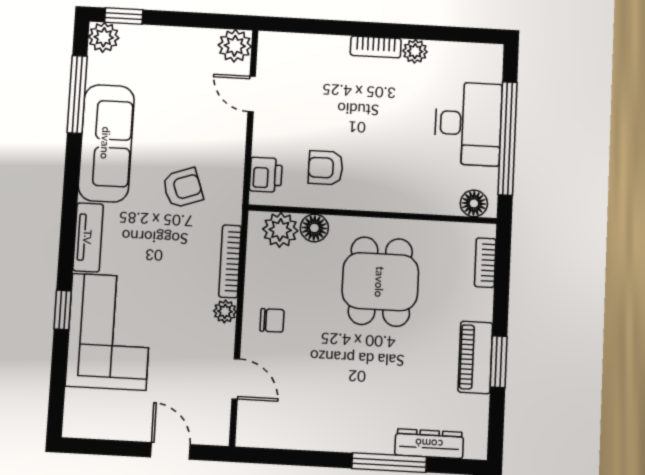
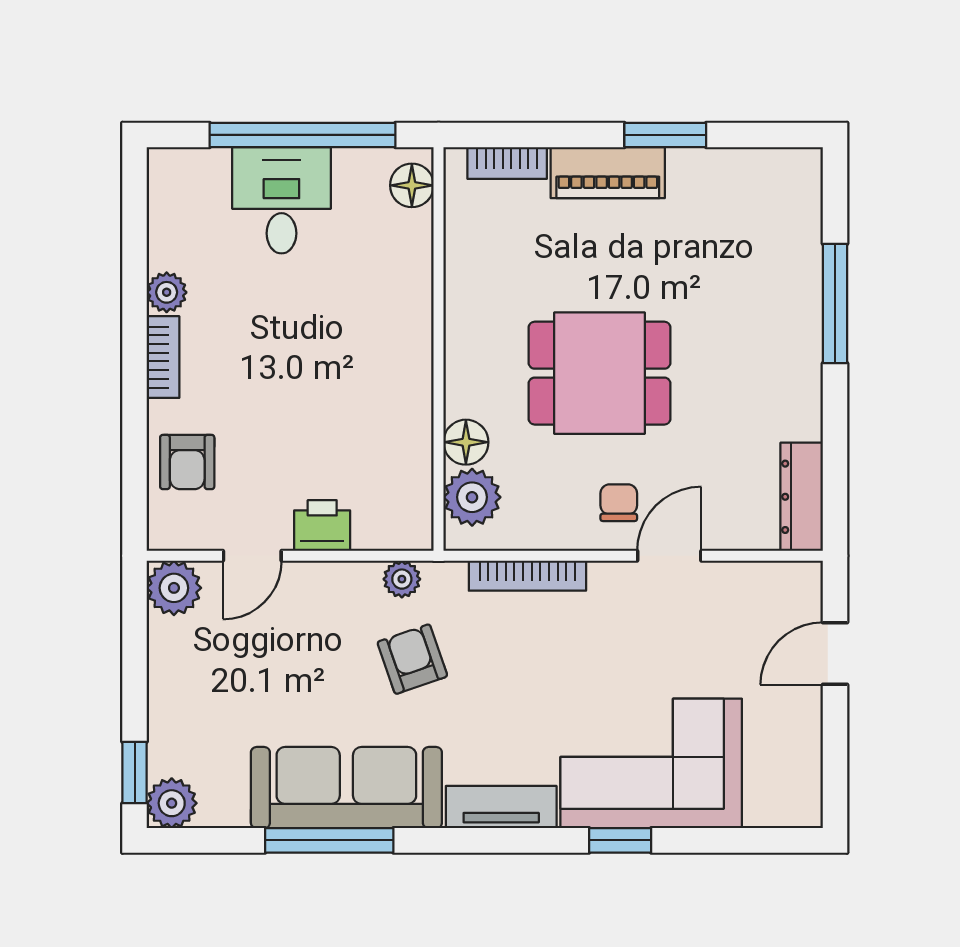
window: (77, 94) -> (329, 840), moved
desk: (468, 124) -> (281, 200), width x0.73
armchair: (326, 168) -> (187, 462), moved
printer: (266, 175) -> (322, 526), moved
dining table: (380, 282) -> (600, 373), moved
plant: (225, 311) -> (402, 579), moved
piano: (475, 357) -> (608, 173), moved
door: (236, 379) -> (669, 556), moved
dresser: (429, 444) -> (802, 497), moved

